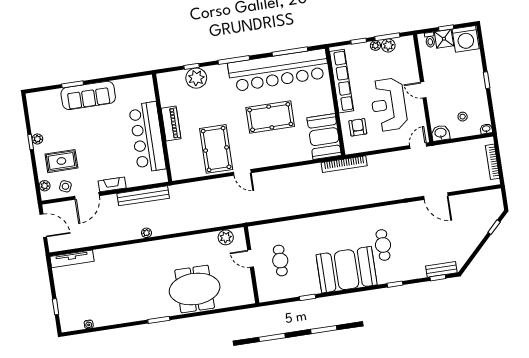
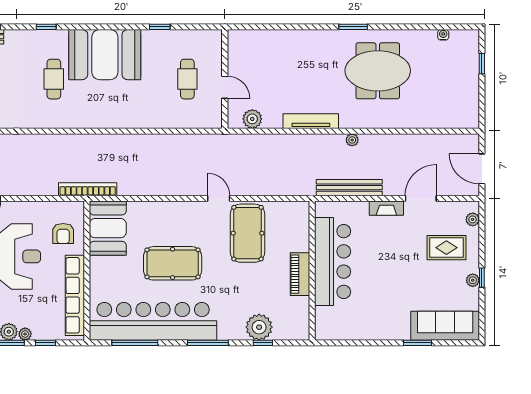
sofa: (88, 95) -> (445, 326), moved
side table: (65, 186) -> (446, 215), removed
tv unit: (72, 259) -> (311, 121), moved
meeting table: (195, 289) -> (378, 71), moved

